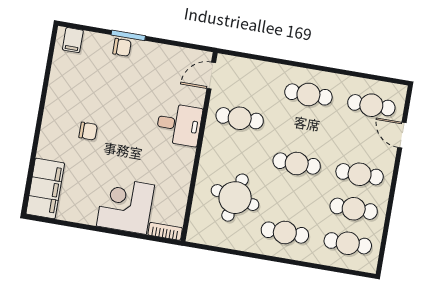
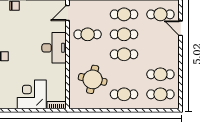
desk: (179, 125) -> (54, 48), width x1.37
cafe table: (360, 174) -> (124, 34), moved

